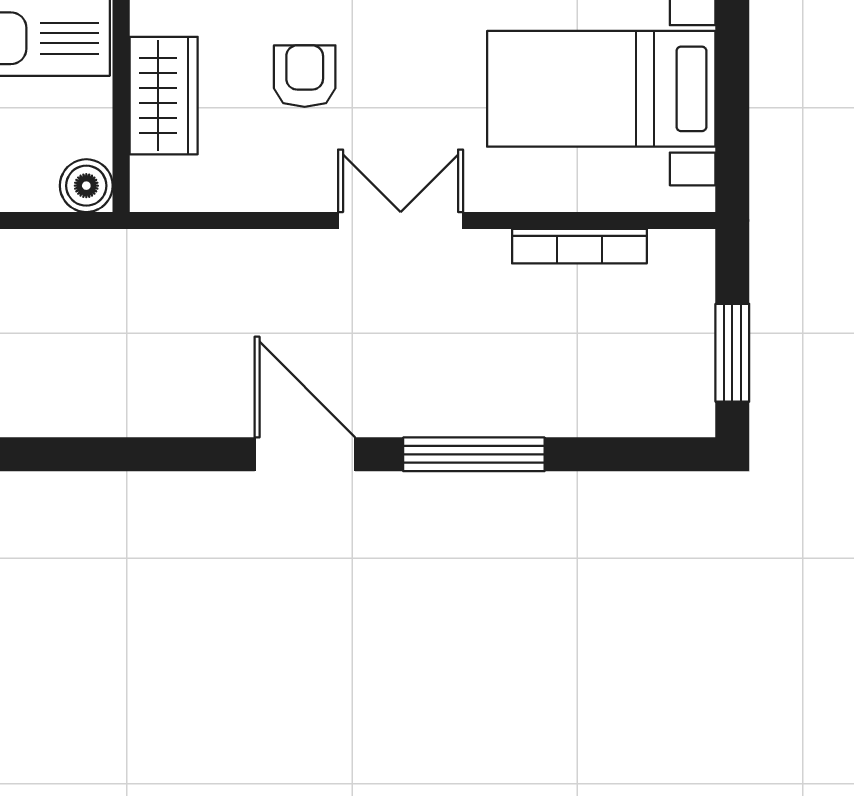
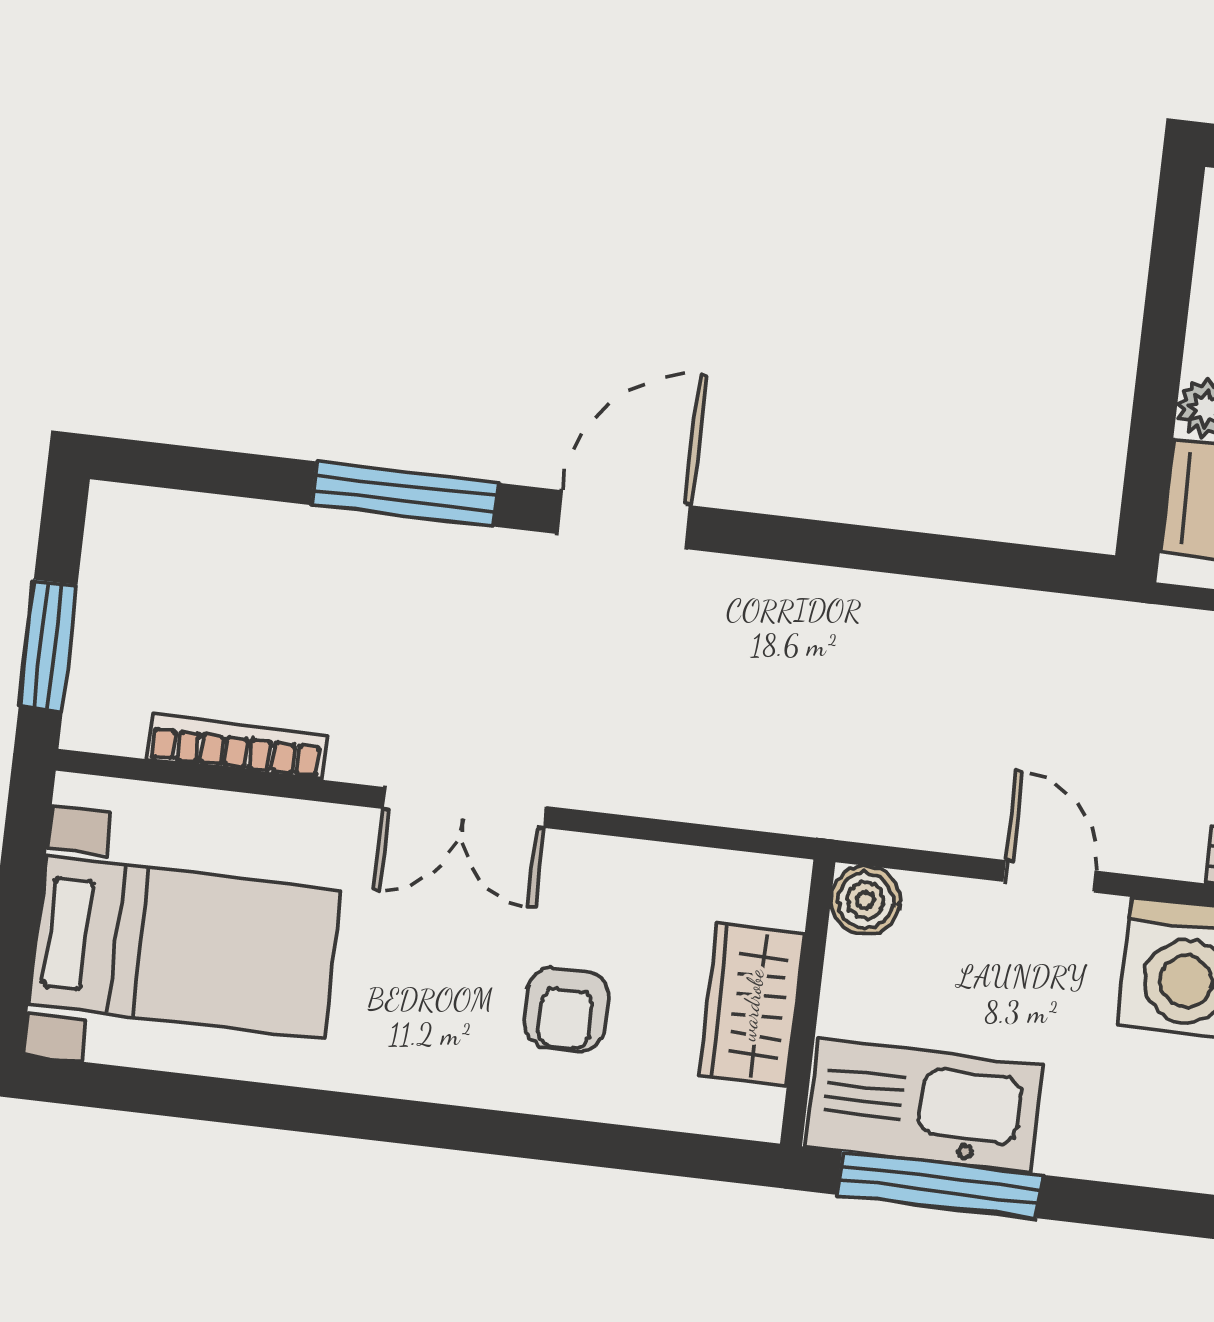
window: (732, 353) -> (48, 645), moved
door: (305, 454) -> (624, 520), swing flipped

